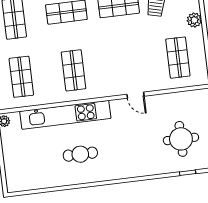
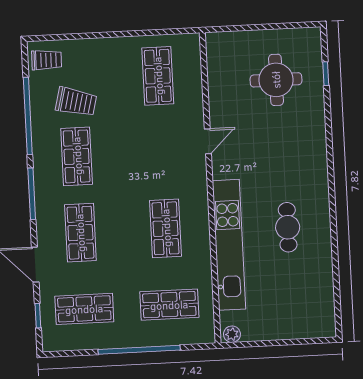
plant: (194, 20) -> (105, 48), removed
shop shelf: (178, 58) -> (158, 76), turned 90
shop shelf: (74, 70) -> (166, 228), turned 90

